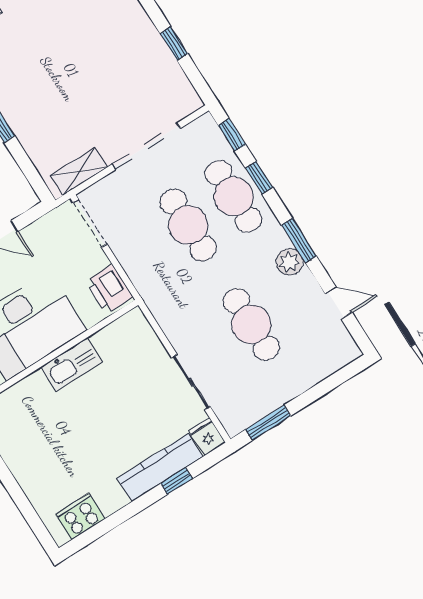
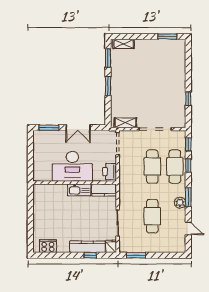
kitchen counter: (121, 333) -> (104, 190), added

